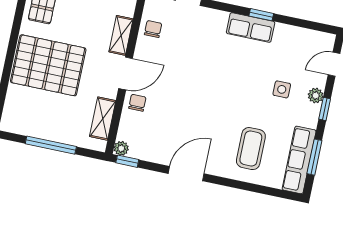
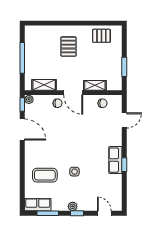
pallet: (48, 65) -> (68, 47), width x0.49, depth x0.50
side table: (282, 89) -> (74, 172), moved
plant: (316, 96) -> (73, 206), moved
row of seats: (299, 160) -> (38, 205), width x0.68
door: (186, 174) -> (22, 129), moved

